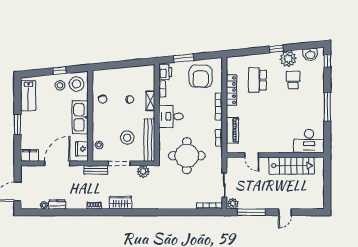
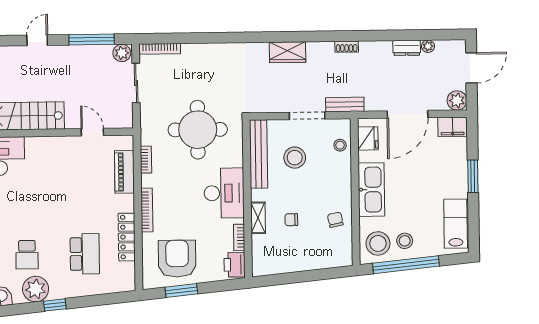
window: (184, 58) -> (181, 290), moved
window: (59, 71) -> (406, 265), width x3.17
desk: (171, 116) -> (224, 193), width x1.37
plant: (143, 171) -> (457, 100), moved
wardrobe: (121, 203) -> (288, 52), moved

